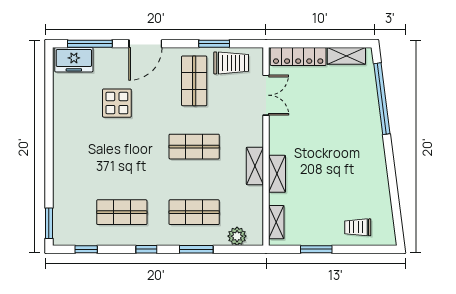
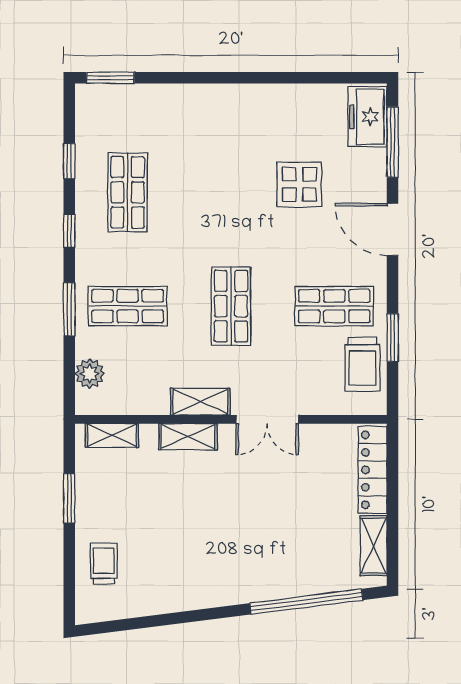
double door: (266, 95) -> (267, 419), moved
shop shelf: (194, 212) -> (128, 306), turned 90
window: (86, 249) -> (69, 161), moved

